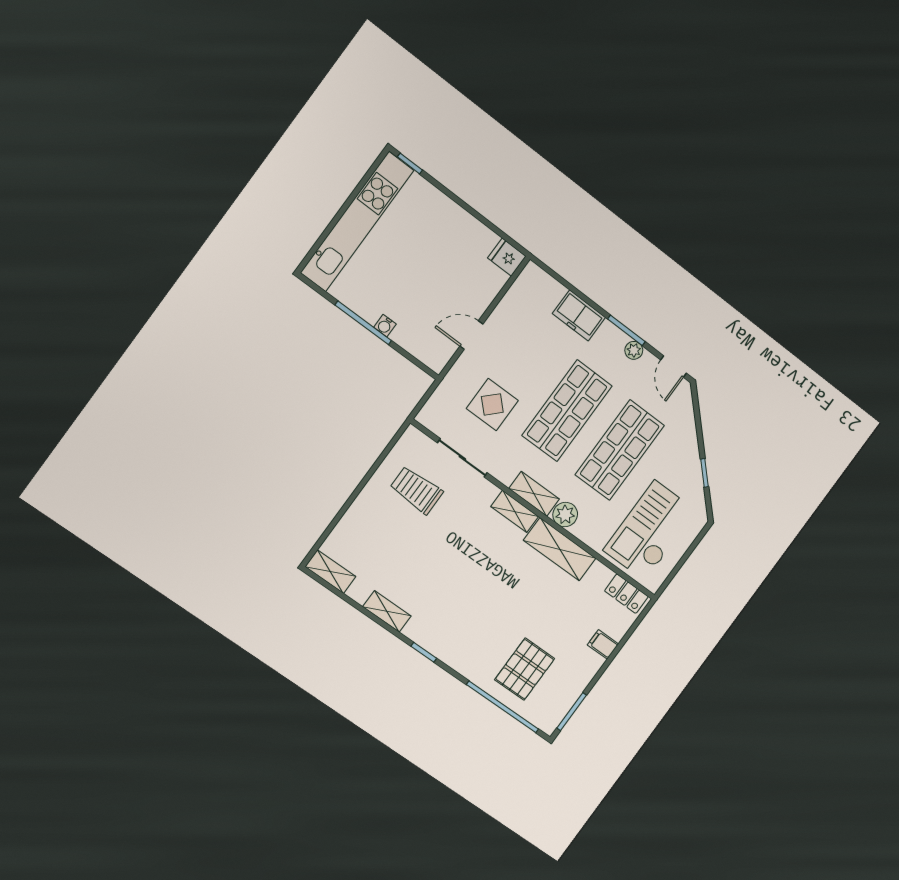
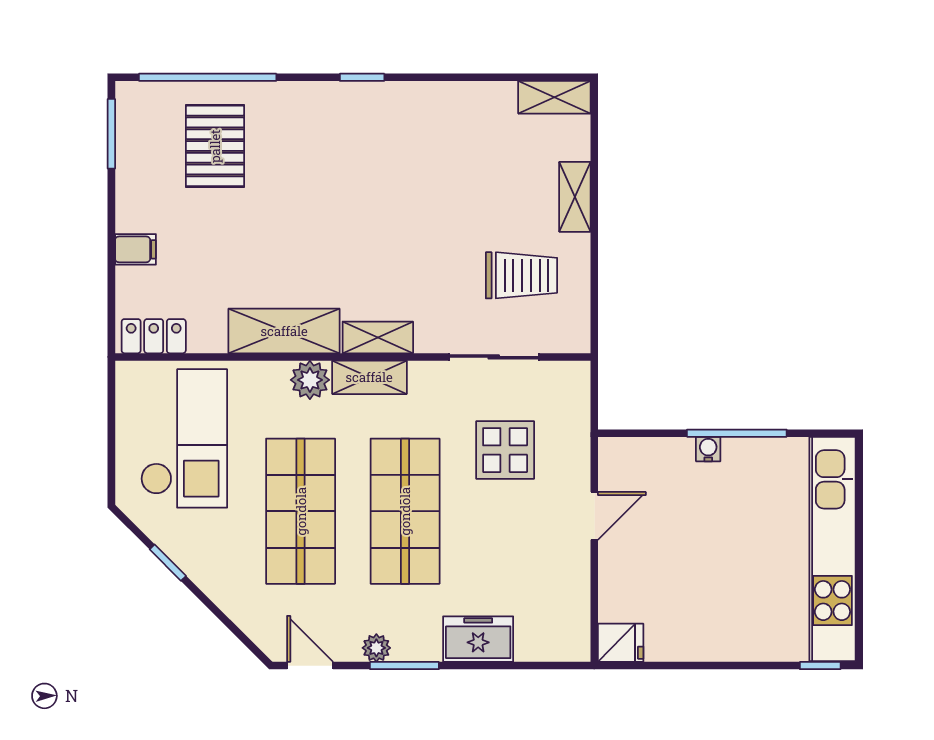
shelving: (387, 611) -> (575, 197), moved, turned 90

